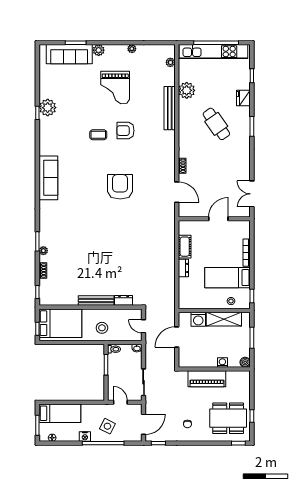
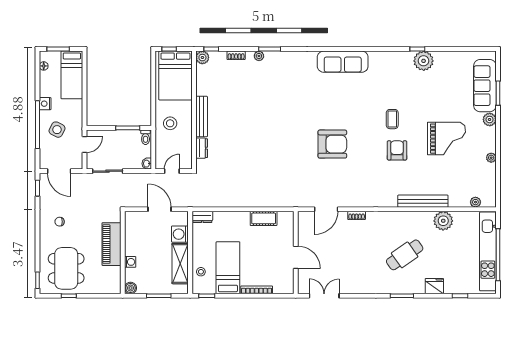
grand piano: (115, 88) -> (447, 139), turned 180
dresser: (183, 268) -> (202, 217), moved
plant: (45, 300) -> (202, 58), added

